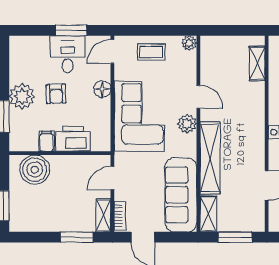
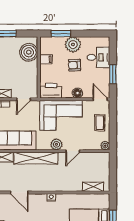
desk: (68, 54) -> (98, 57), moved
printer: (73, 139) -> (51, 91), moved, turned -90
door: (112, 178) -> (24, 99), swing flipped

